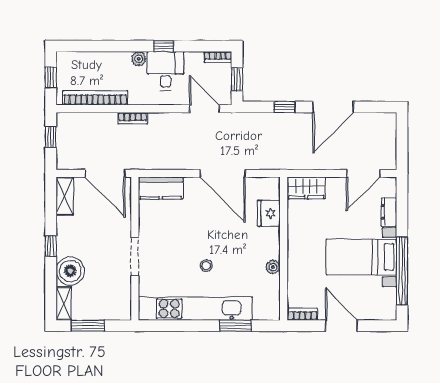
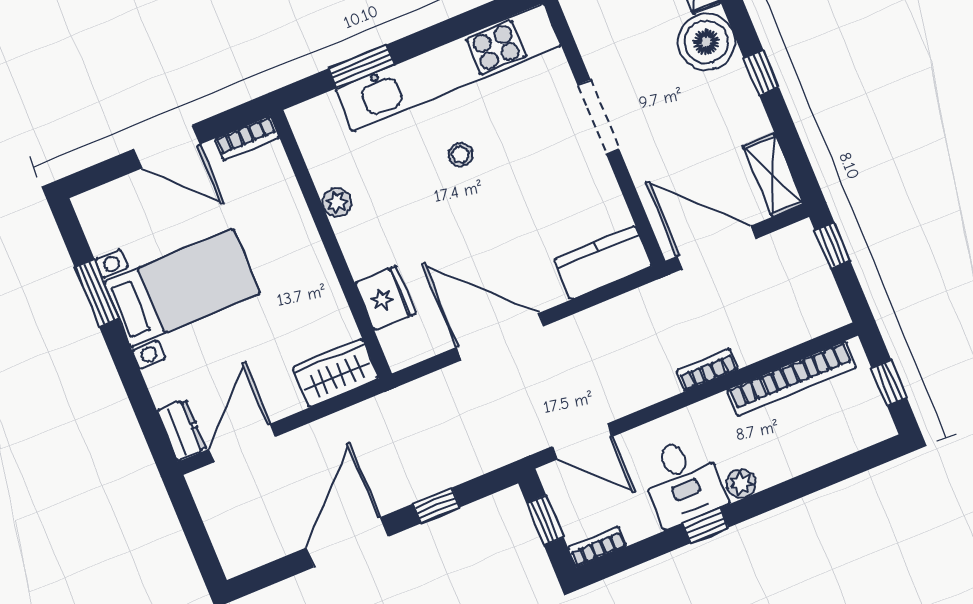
window: (51, 137) -> (833, 246), moved
dresser: (389, 212) -> (182, 430), moved
window: (402, 271) -> (97, 293), width x0.47

